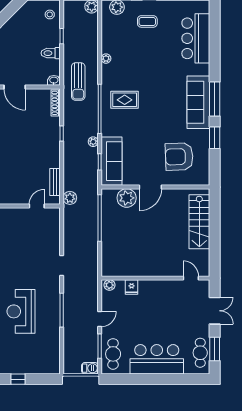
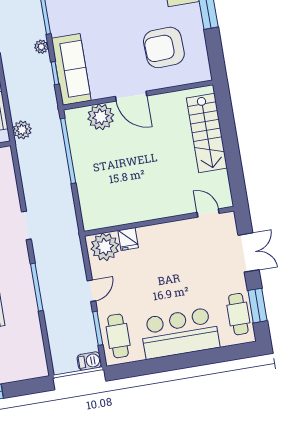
door: (150, 187) -> (131, 96), hinge flipped
plant: (110, 285) -> (105, 247), width x1.88, depth x1.88

